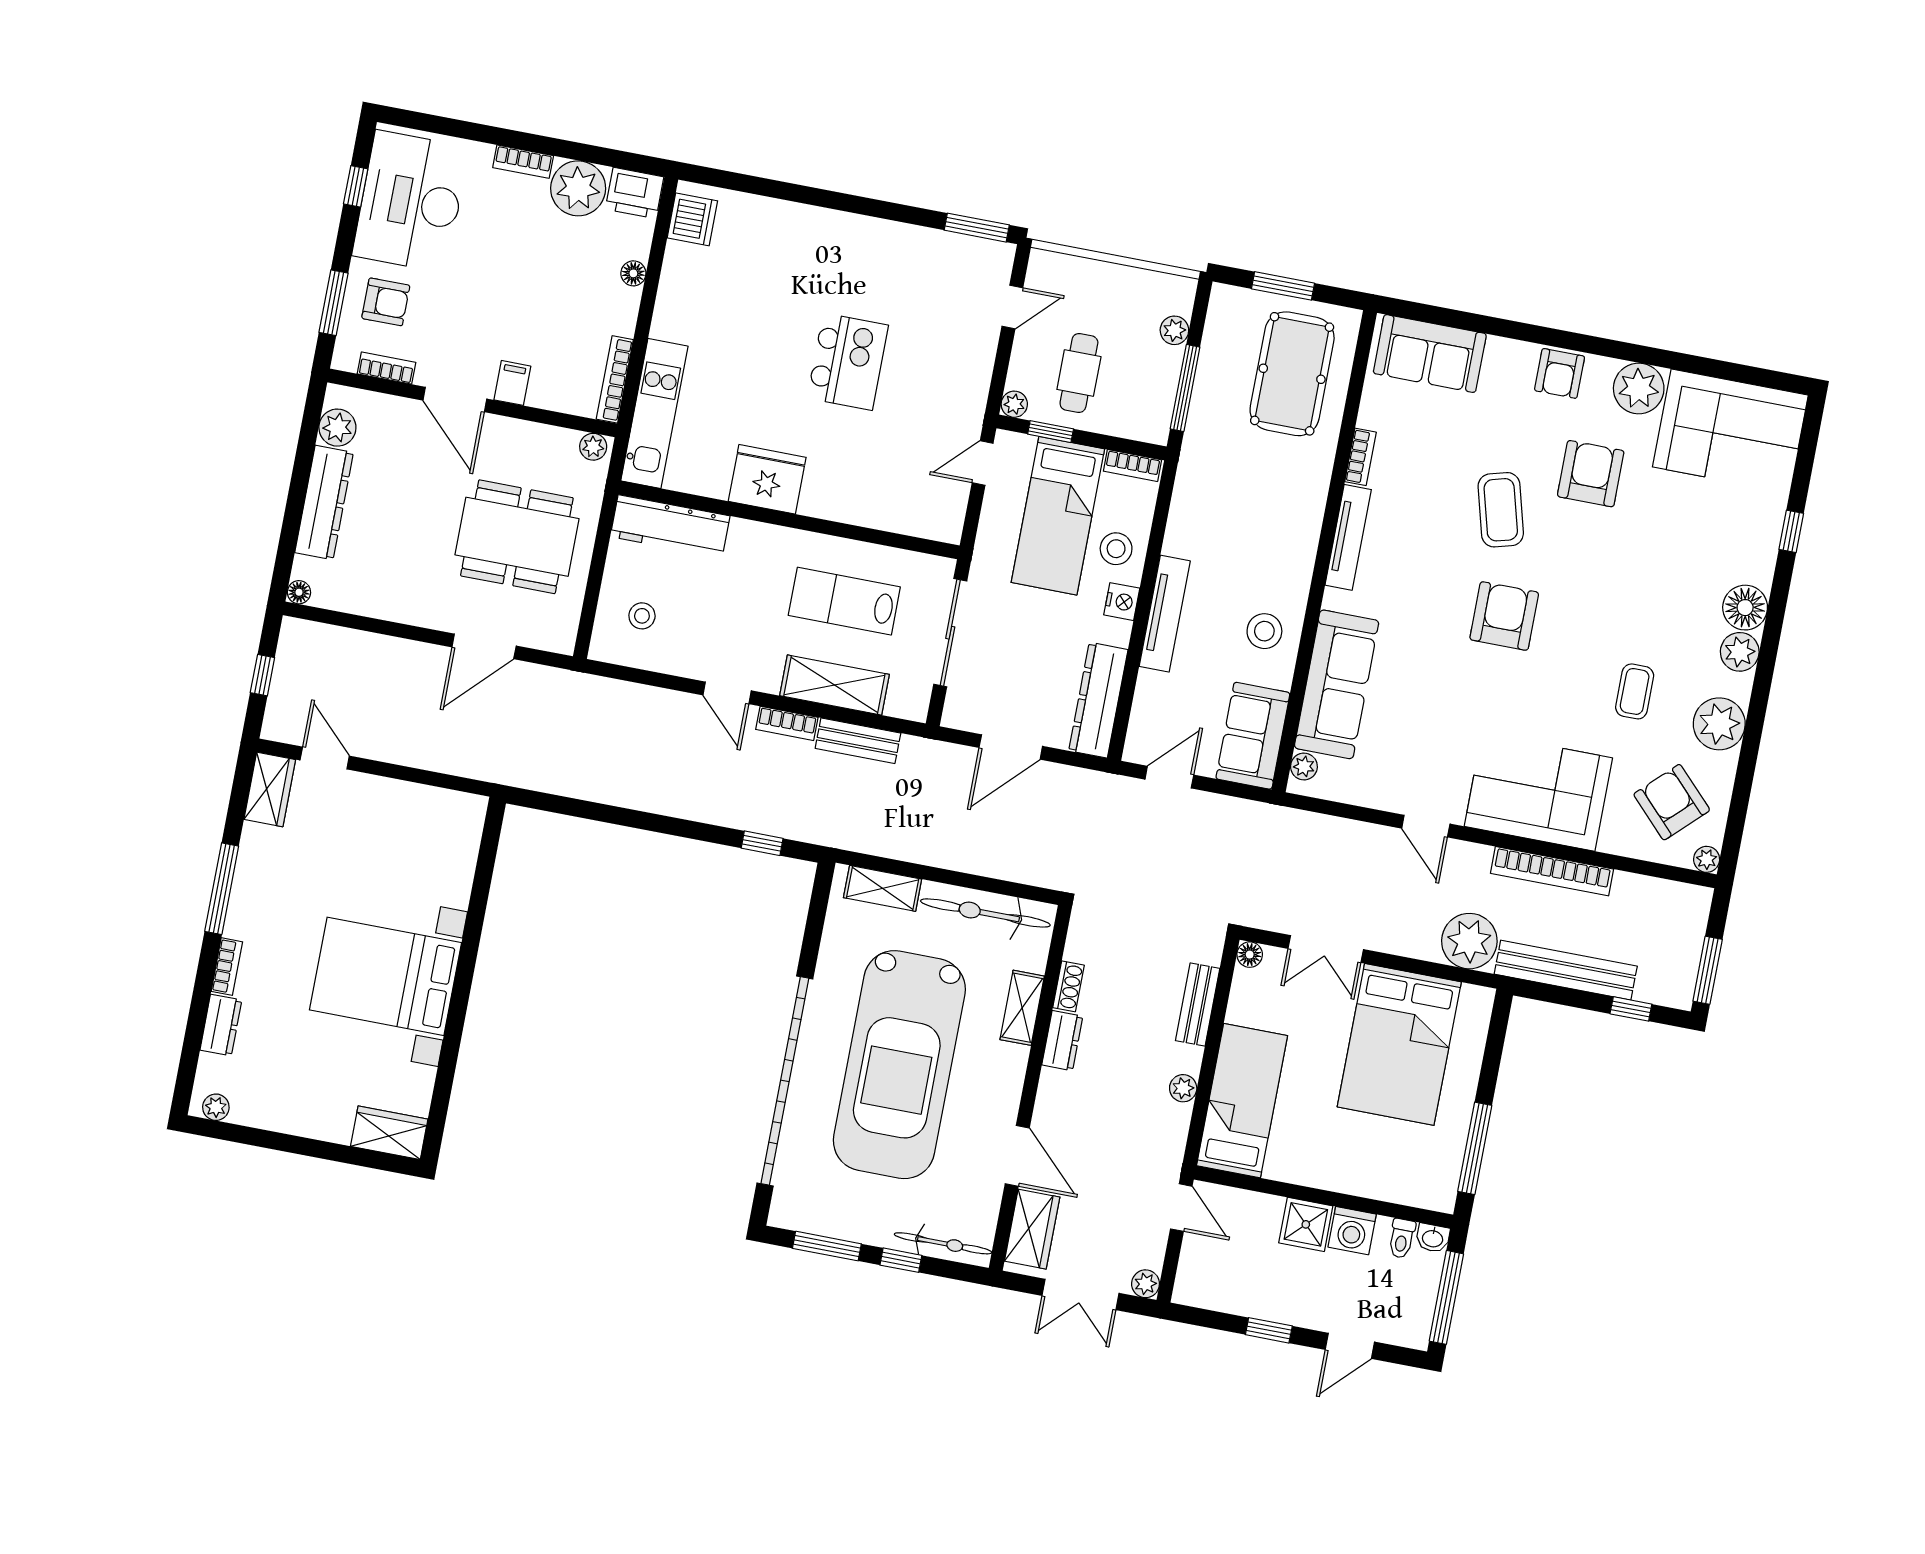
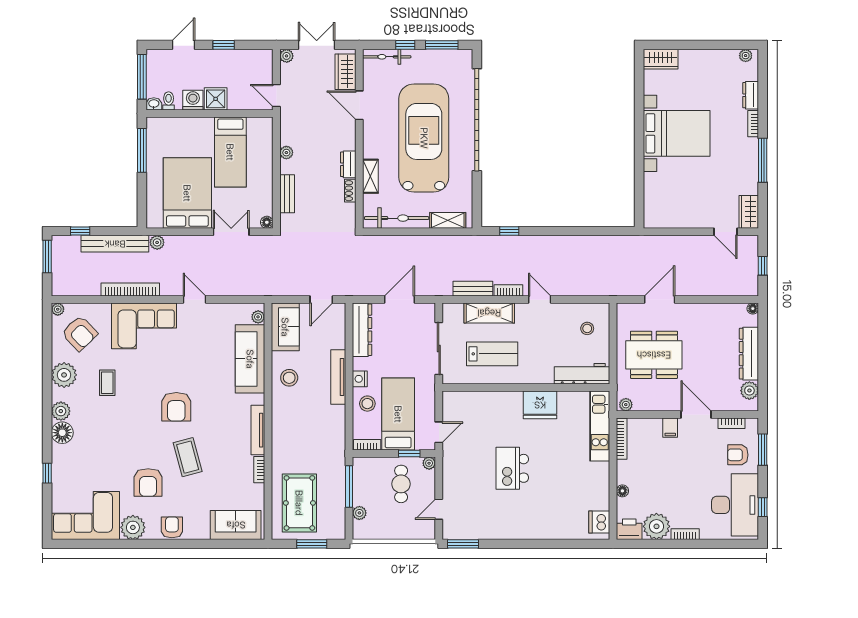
plant: (1469, 941) -> (157, 242), width x0.53, depth x0.53
bed: (1242, 1101) -> (230, 152), moved

